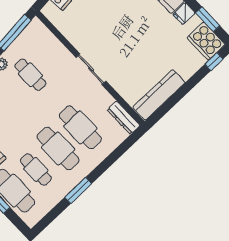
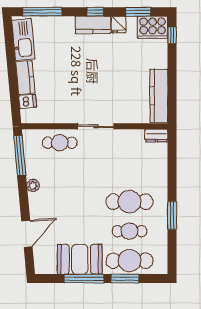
cafe table: (30, 75) -> (60, 143), moved
dresser: (123, 118) -> (156, 136), width x0.70
cafe table: (80, 127) -> (129, 172), removed

